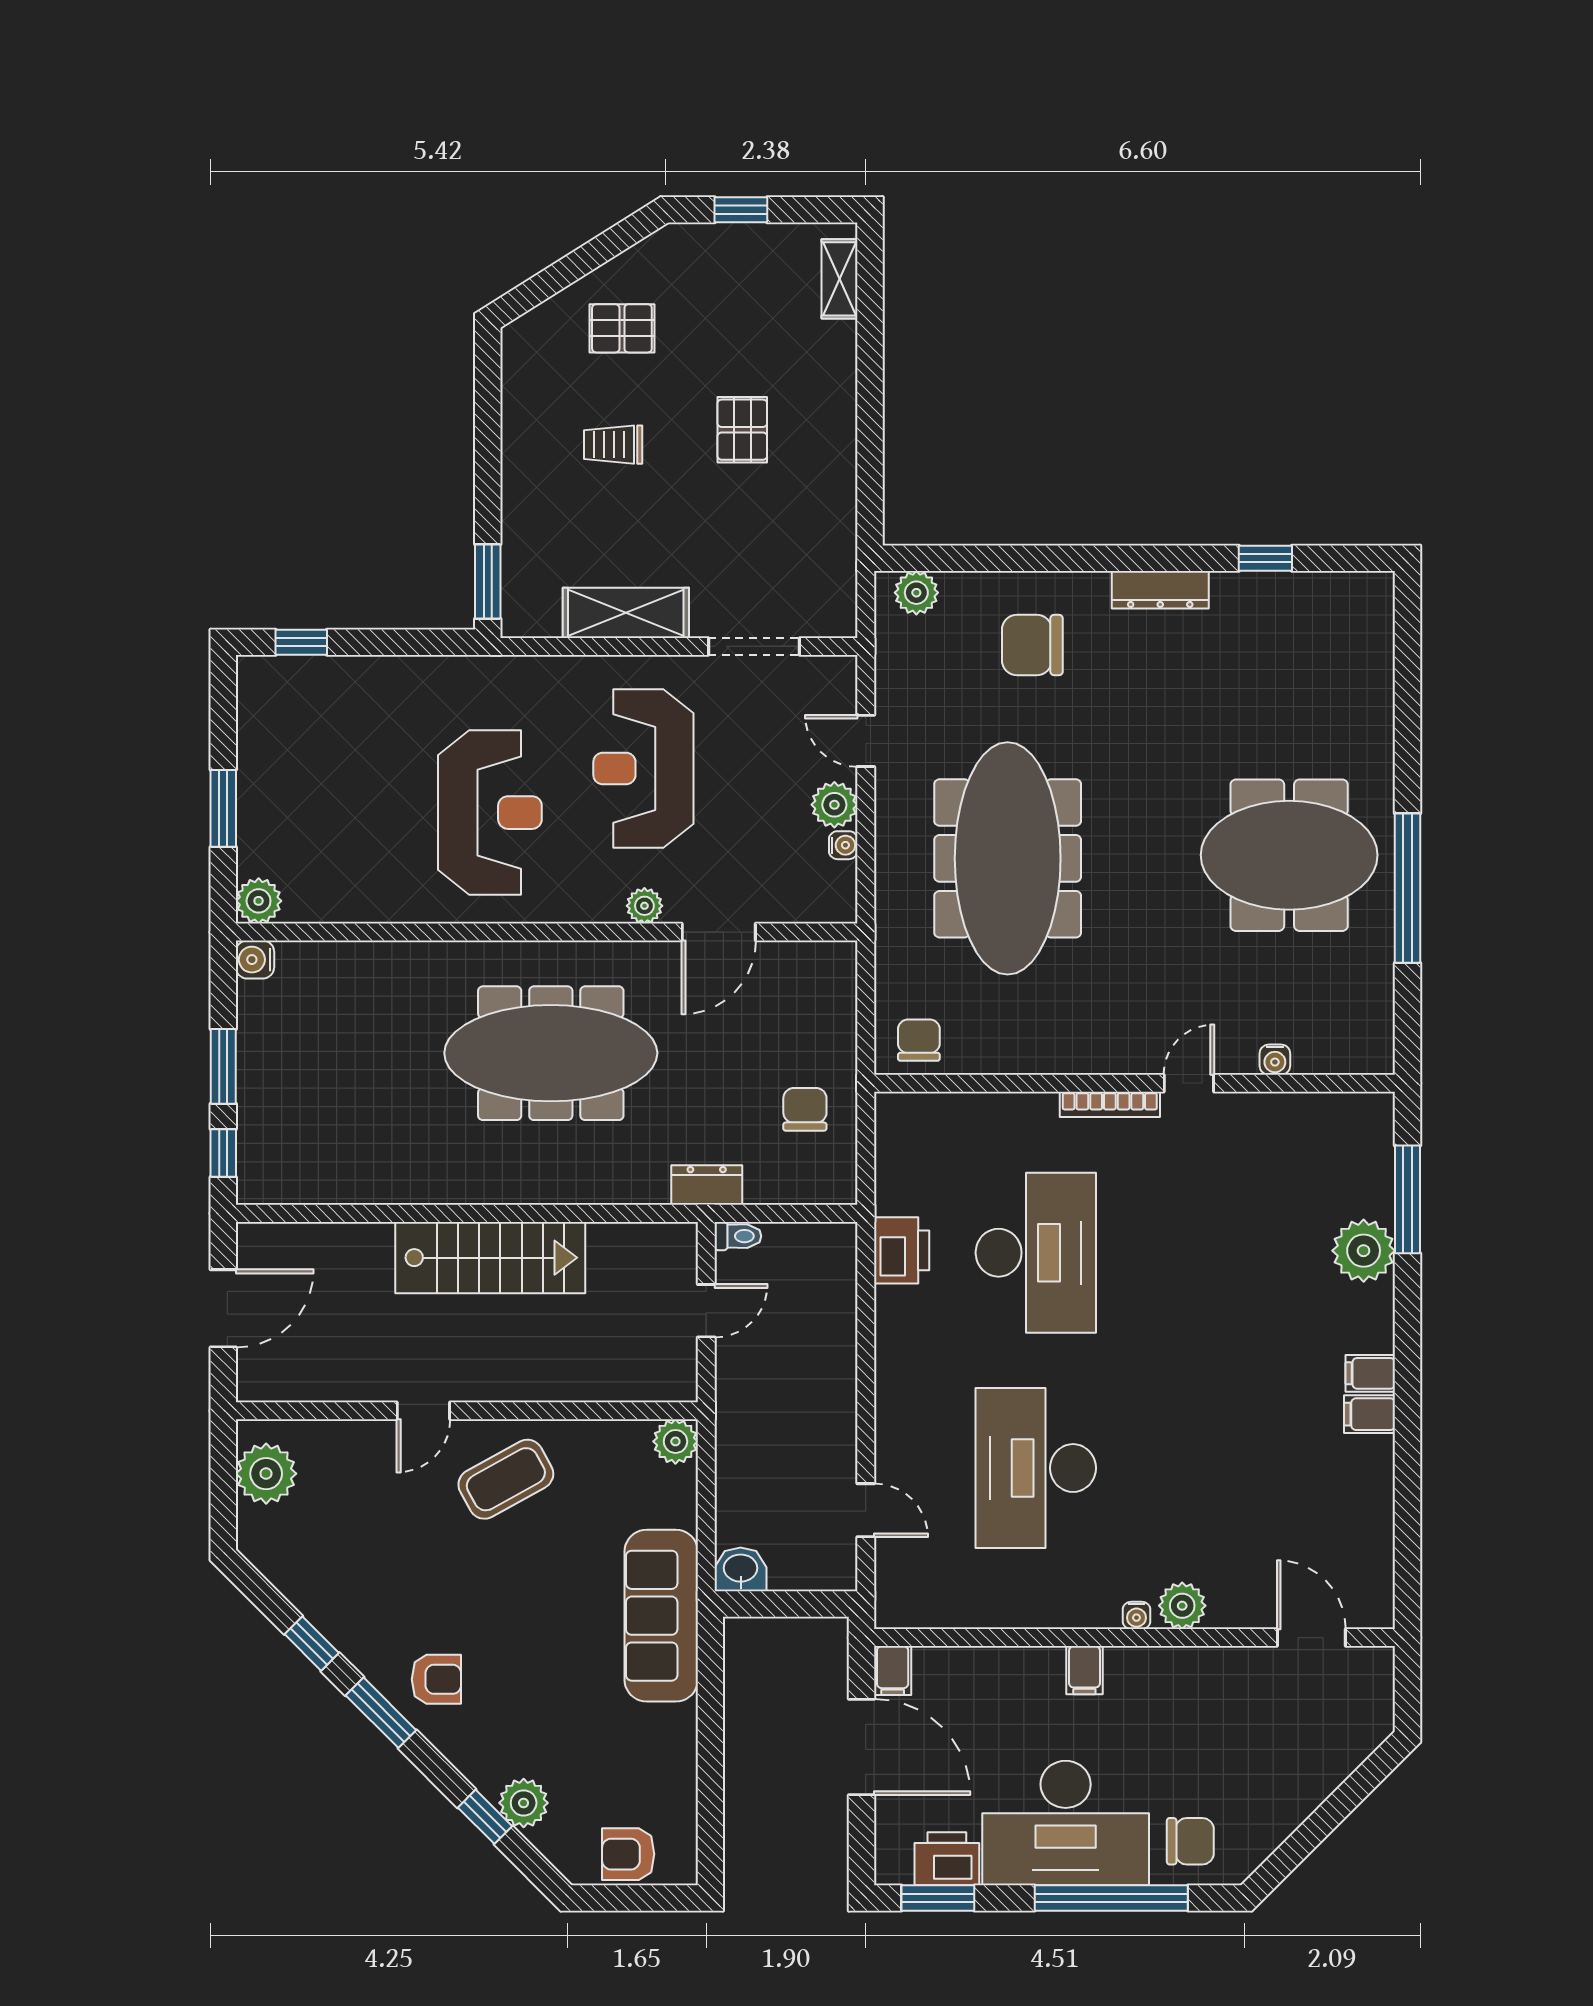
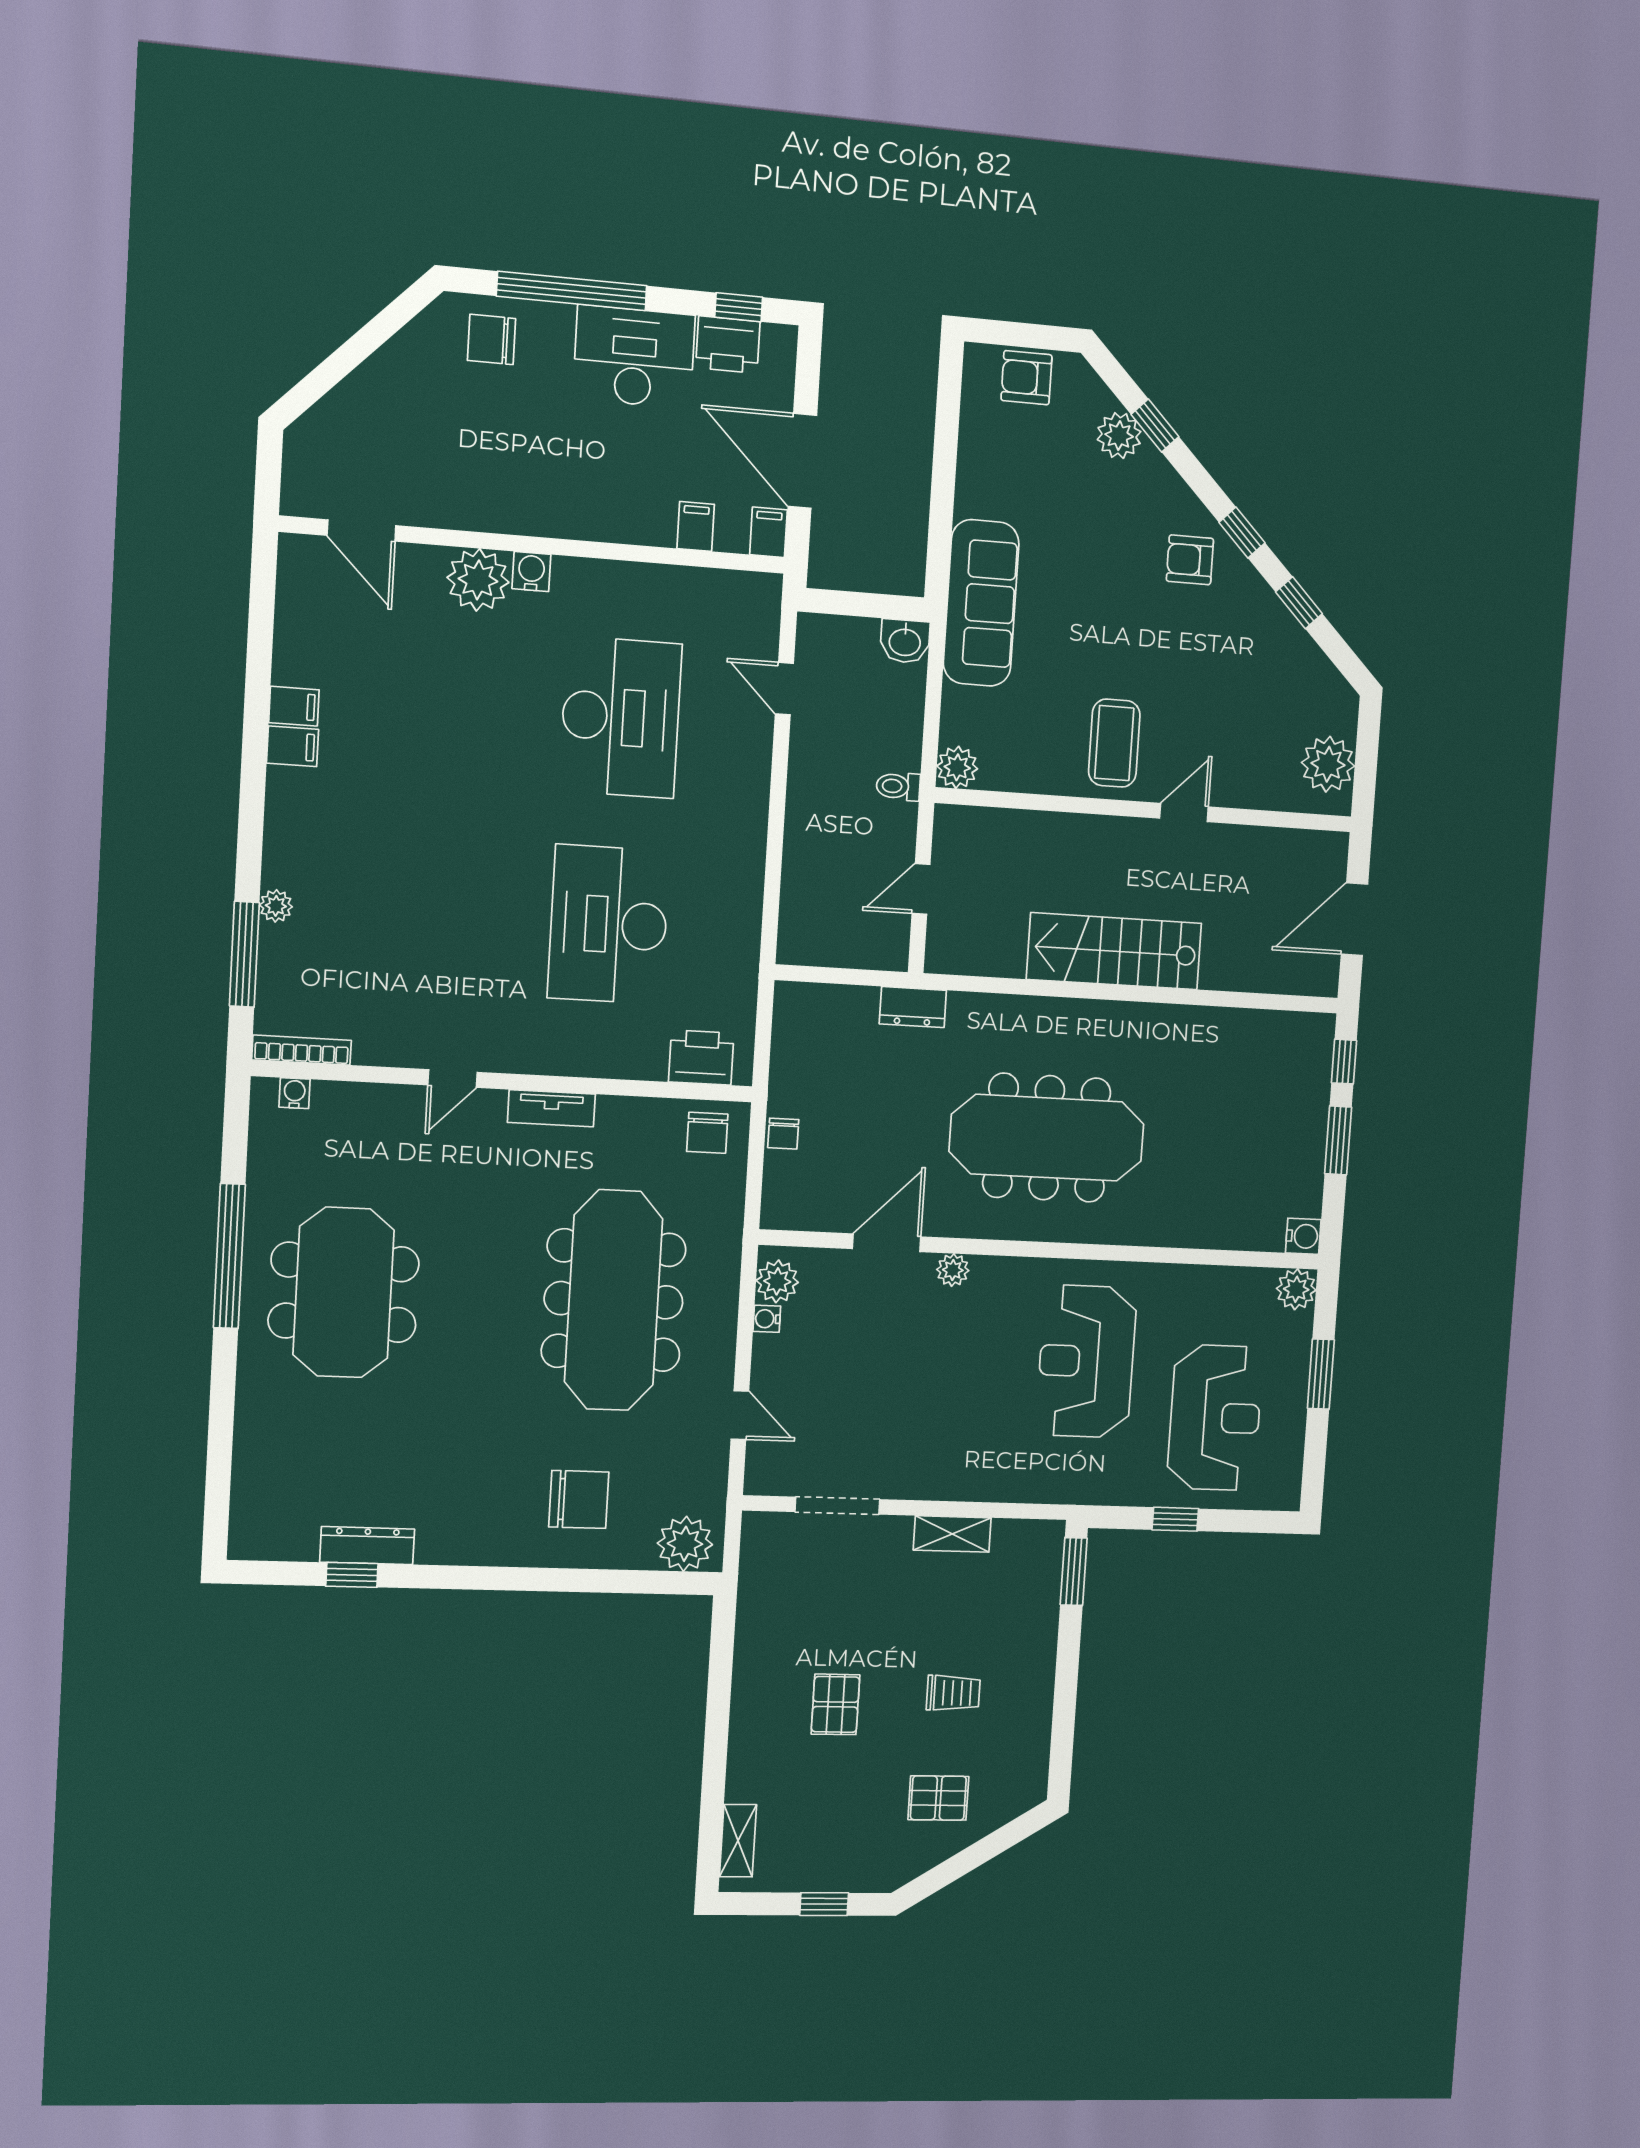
dresser: (1160, 590) -> (367, 1546), moved
plant: (916, 593) -> (685, 1544), width x1.36, depth x1.36
shelving: (626, 613) -> (952, 1534), width x0.67, depth x0.75
window: (301, 642) -> (1175, 1519), moved
reception desk: (643, 769) -> (1215, 1418), moved
plant: (834, 805) -> (777, 1281), moved
meeting table: (1289, 855) -> (344, 1292), turned 90
tv unit: (1085, 1058) -> (551, 1108), added
water cooler: (1275, 1060) -> (295, 1093), moved
bookcase: (1110, 1104) -> (302, 1050), moved
chair: (805, 1109) -> (783, 1134), moved, width x0.73, depth x0.73
toilet: (738, 1236) -> (898, 786), moved
printer: (902, 1250) -> (701, 1058), moved, turned 90
plant: (1364, 1251) -> (276, 906), width x0.53, depth x0.53
filing cabinet: (1370, 1373) -> (294, 706), moved
coffee table: (506, 1479) -> (1114, 743), turned -61
plant: (1182, 1606) -> (478, 580), width x1.36, depth x1.36
water cooler: (1136, 1615) -> (531, 572), width x1.38, depth x1.38
filing cabinet: (1084, 1670) -> (696, 526), moved
window: (381, 1713) -> (1242, 533), width x0.67
desk: (1066, 1823) -> (634, 357), width x0.73, depth x0.77
armchair: (628, 1854) -> (1027, 378), turned 180
window: (938, 1898) -> (739, 307), width x0.67

